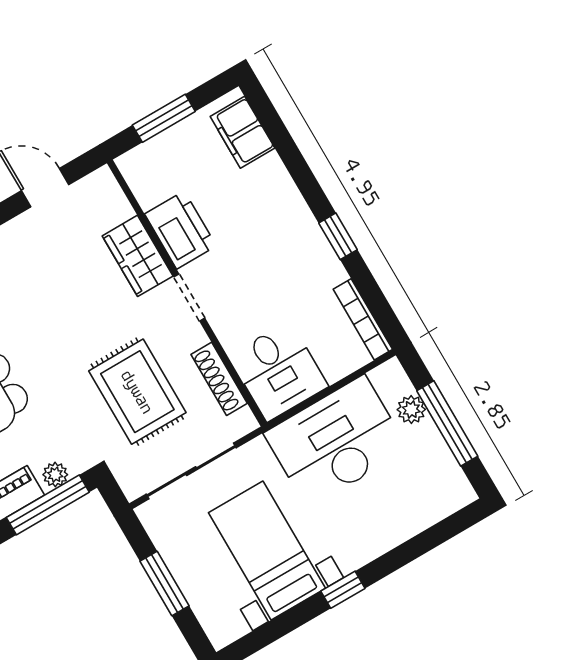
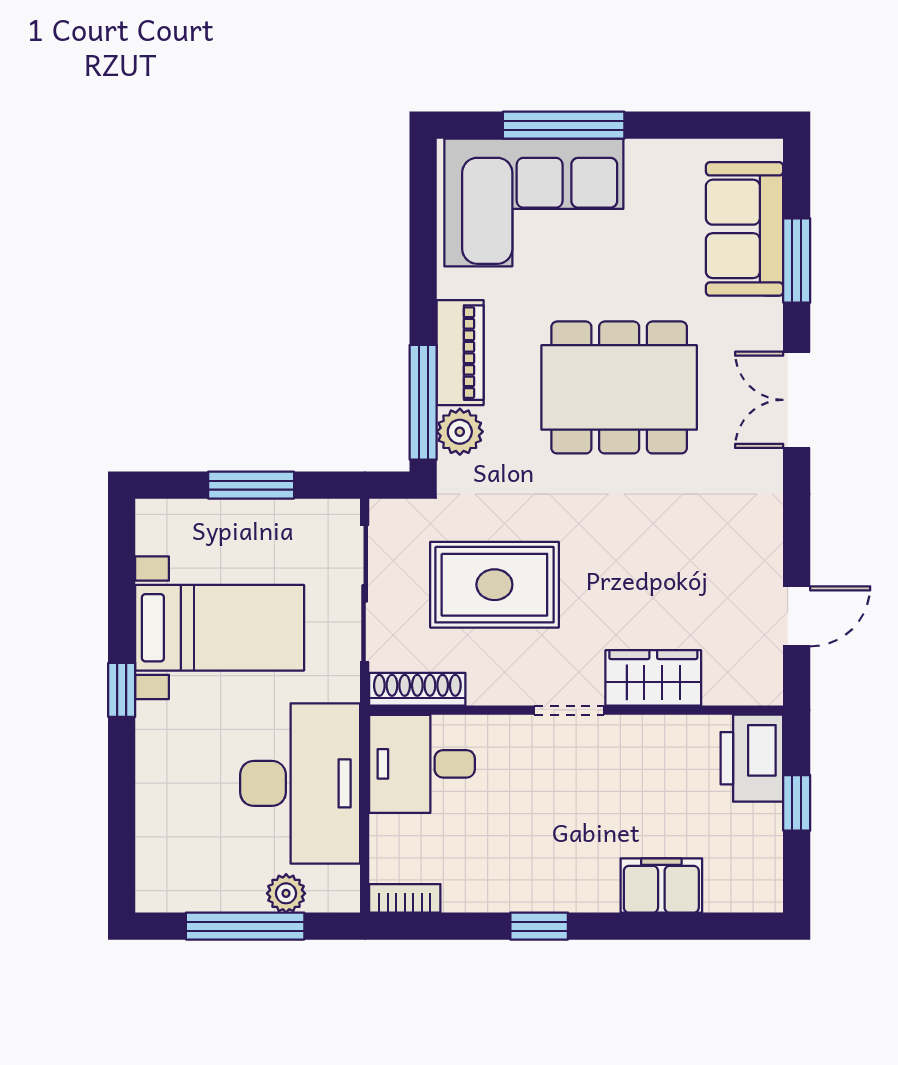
window: (164, 118) -> (797, 803), width x0.67
filing cabinet: (242, 132) -> (661, 885), moved
printer: (180, 230) -> (752, 758), moved, turned 90
bookcase: (363, 319) -> (405, 898), width x0.64
shoe rack: (219, 379) -> (417, 689), moved
plant: (55, 475) -> (460, 432), width x1.38, depth x1.38

